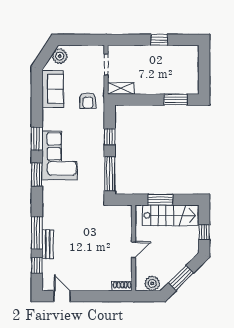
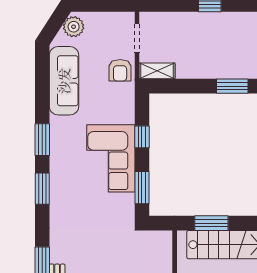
sofa: (53, 89) -> (64, 81), width x1.36
armchair: (88, 101) -> (120, 70), moved
corner sofa: (60, 155) -> (111, 158), moved, turned 180
window: (110, 174) -> (142, 188), width x0.69

